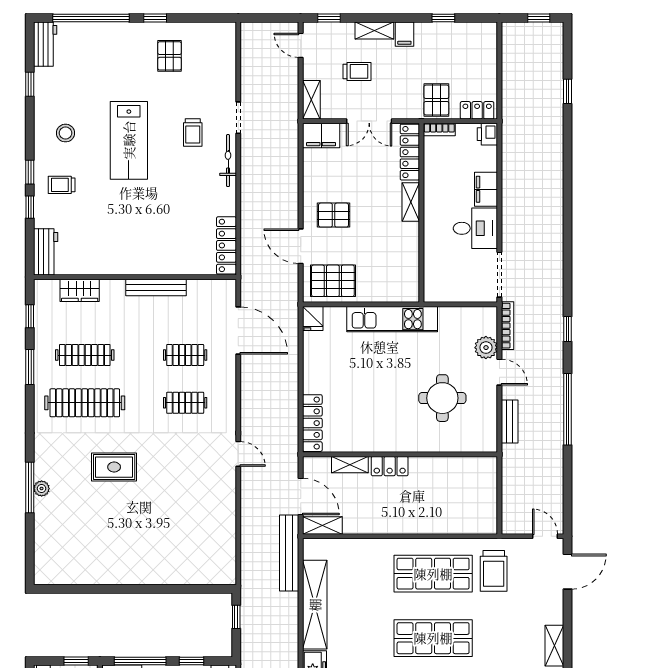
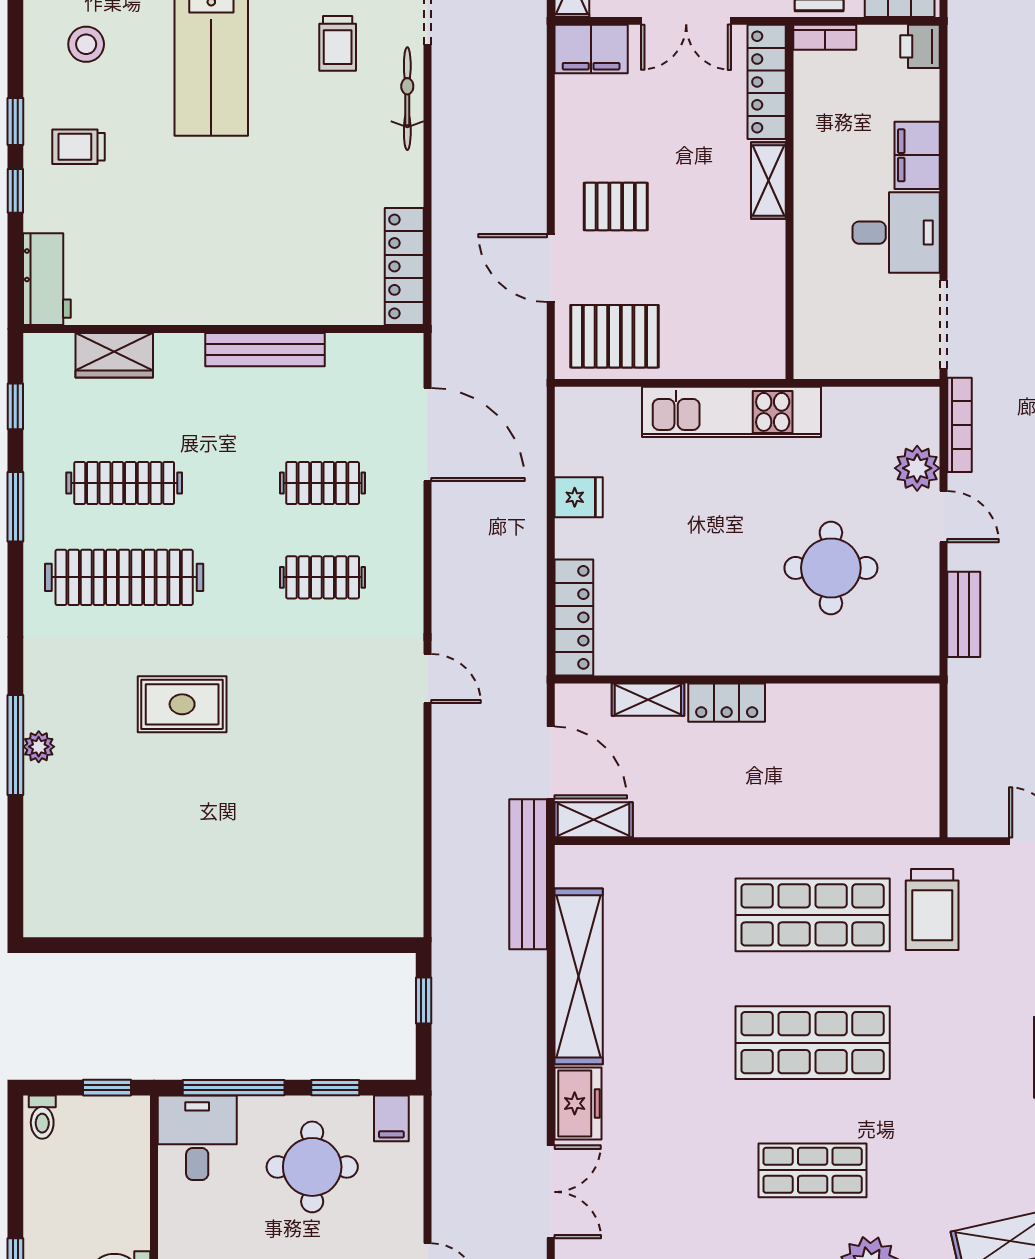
fridge: (313, 318) -> (579, 497), moved, turned -90

